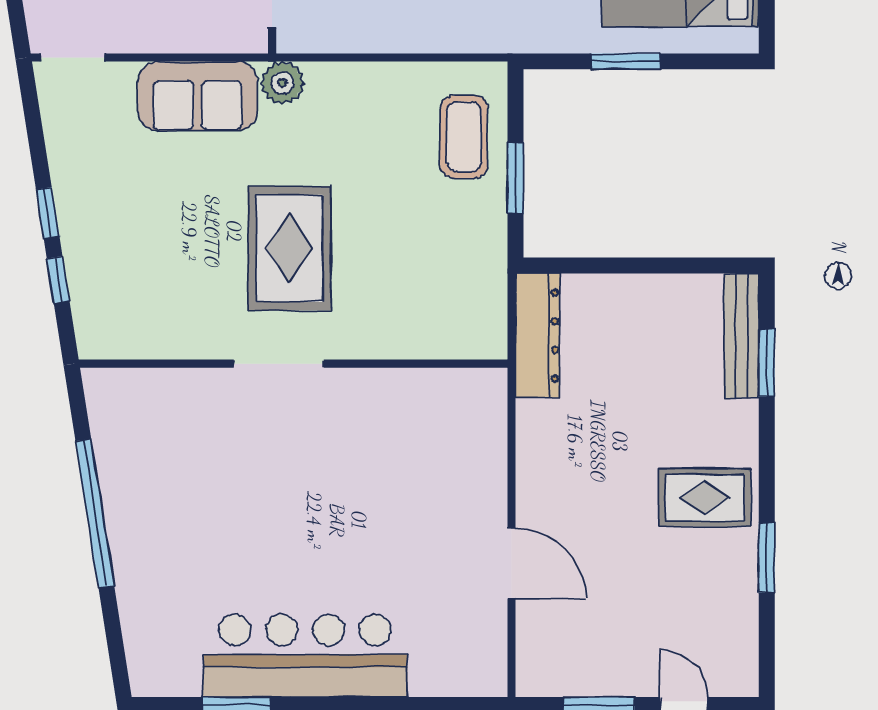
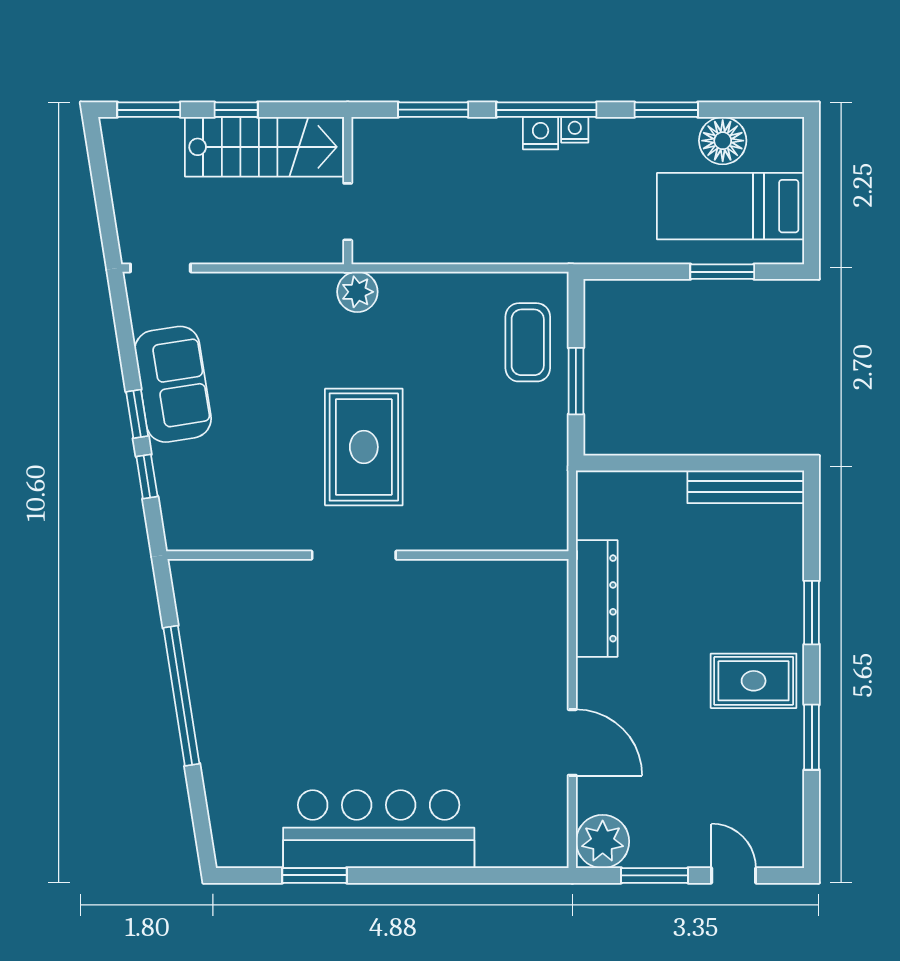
window: (626, 61) -> (722, 272), moved
sofa: (198, 96) -> (173, 384), moved, turned -99
dresser: (538, 336) -> (597, 598), moved
bench: (741, 336) -> (746, 487), moved, turned 90
window: (767, 363) -> (812, 613), moved
plant: (544, 669) -> (603, 841), added

